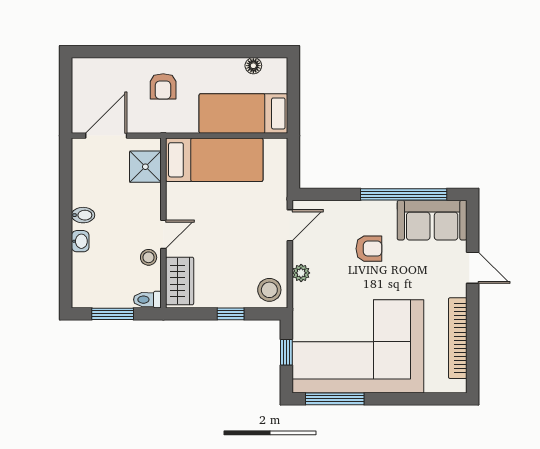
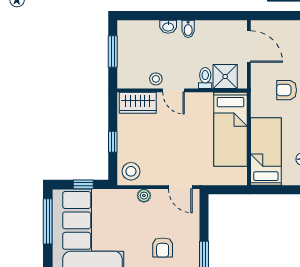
toilet: (147, 300) -> (205, 78), moved

